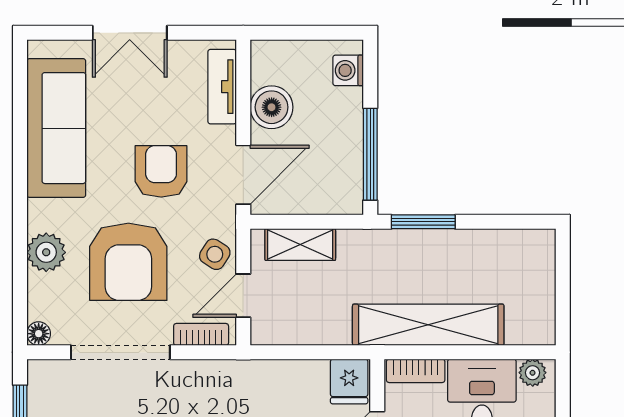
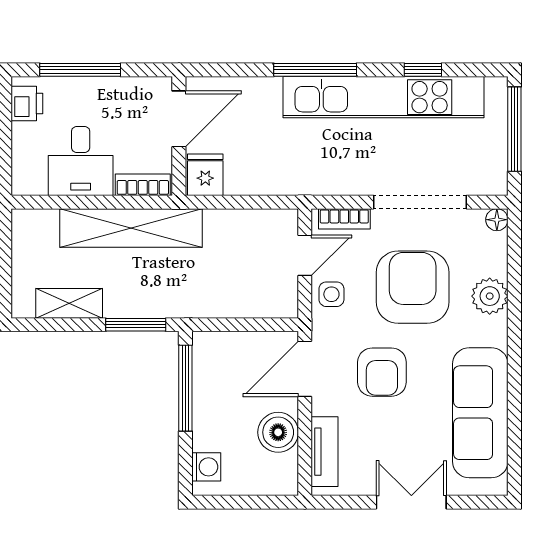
shelving: (300, 245) -> (69, 303), moved
side table: (215, 254) -> (331, 294), turned -32
plant: (533, 373) -> (33, 183), removed

